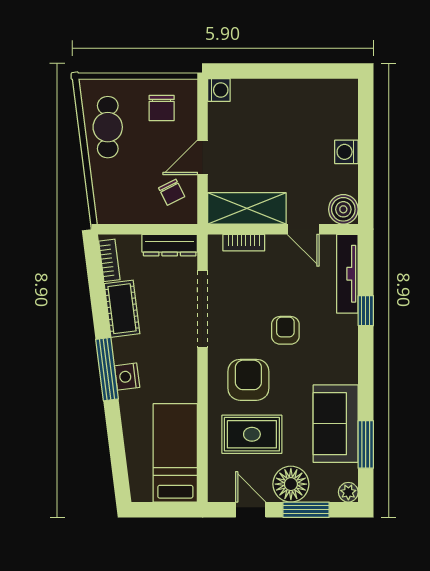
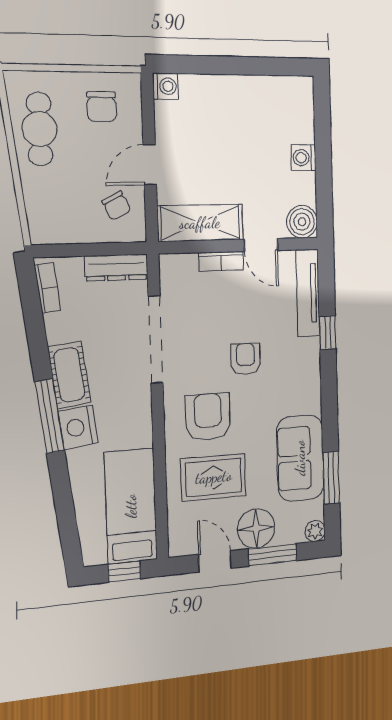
bookcase: (244, 243) -> (221, 261), moved
cot: (122, 309) -> (69, 375), moved
nightstand: (127, 377) -> (78, 427), width x1.36, depth x1.33
window: (167, 510) -> (124, 571), added

